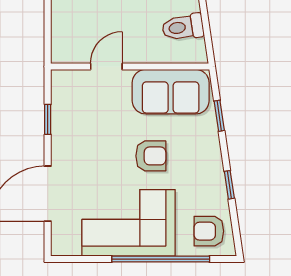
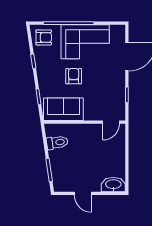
door: (106, 67) -> (111, 122), moved
armchair: (151, 156) -> (74, 76), turned 90

